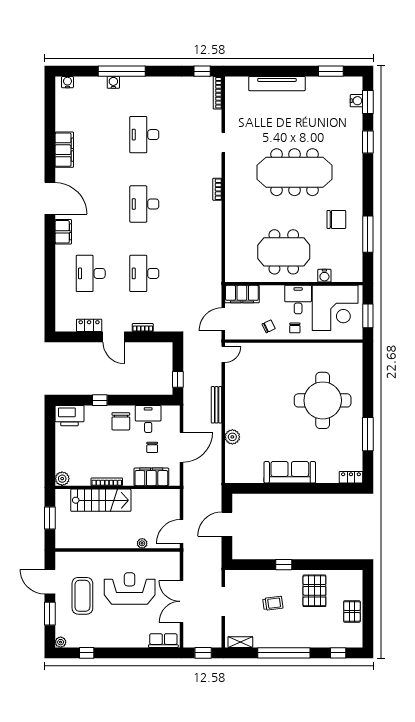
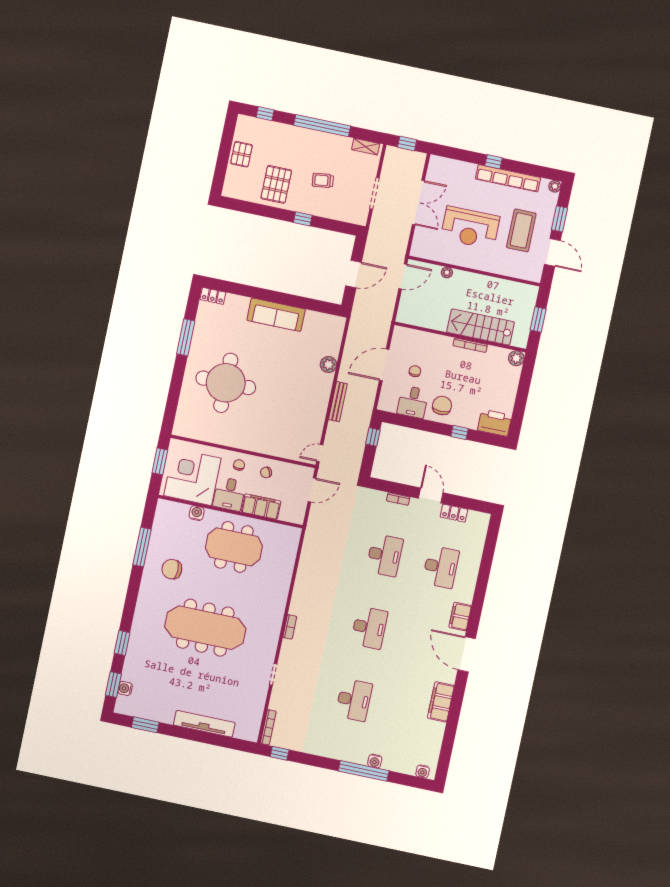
filing cabinet: (242, 294) -> (261, 507), moved
filing cabinet: (151, 477) -> (422, 340), removed
row of seats: (163, 641) -> (508, 178), moved, width x2.02
window: (87, 653) -> (494, 162), moved

